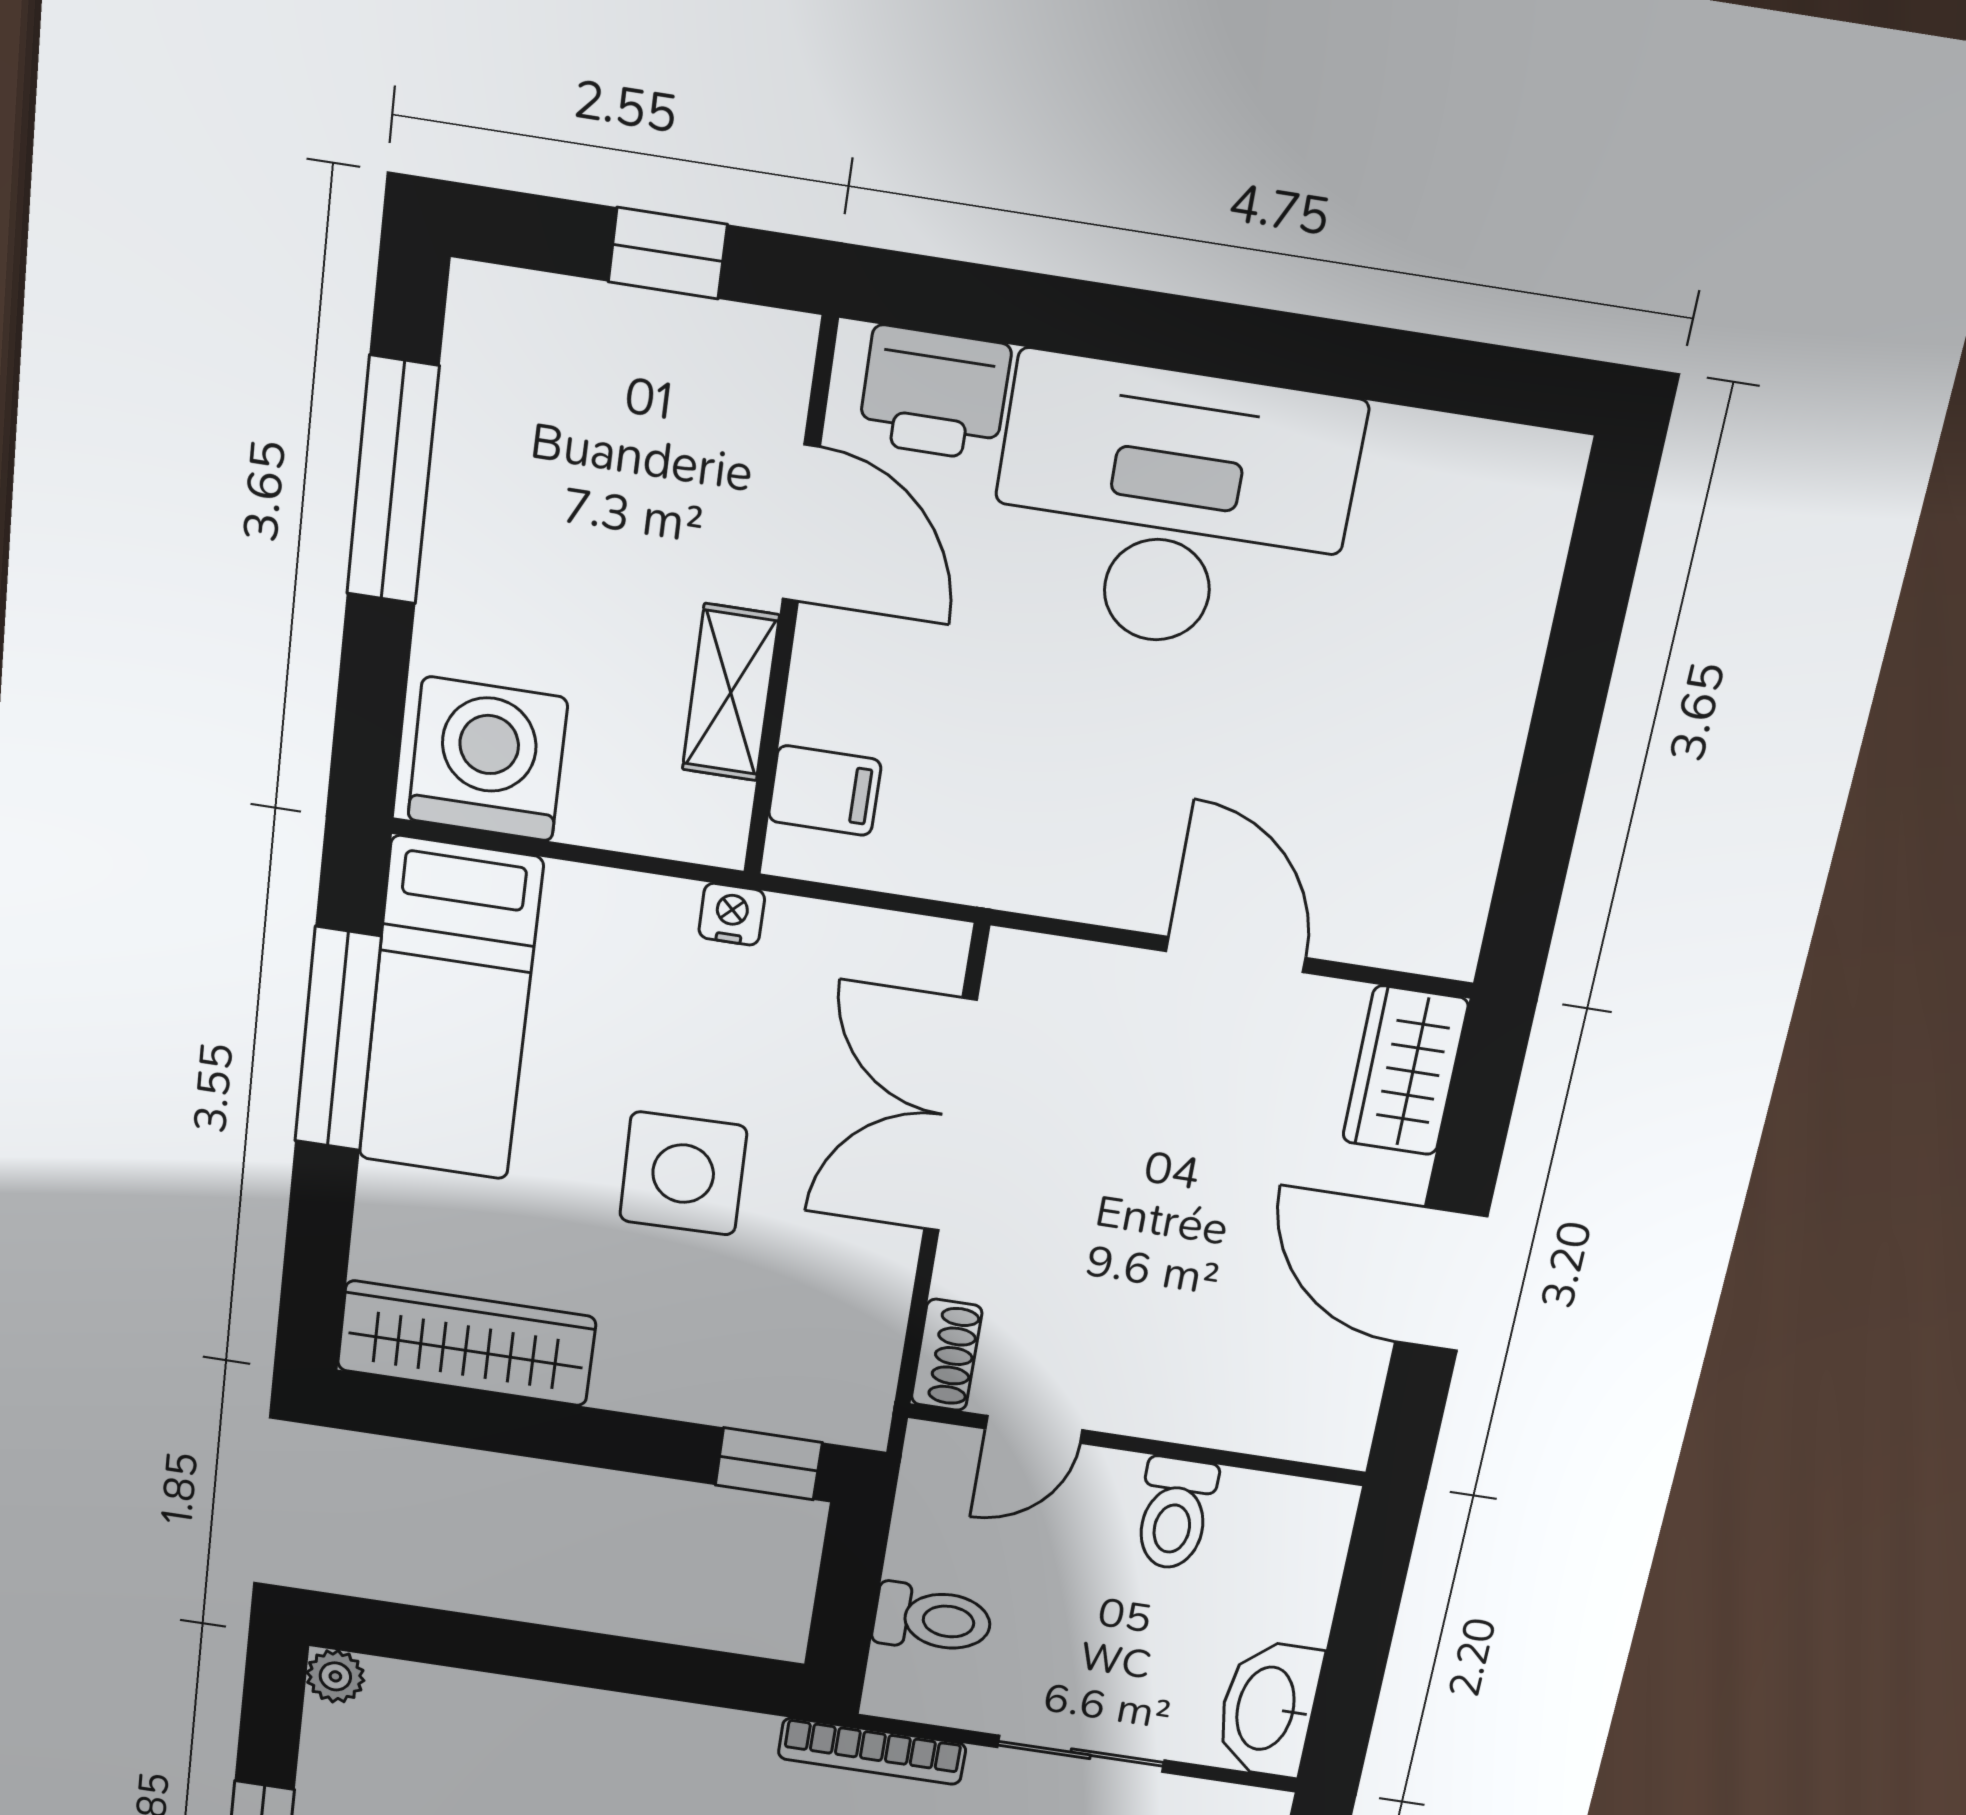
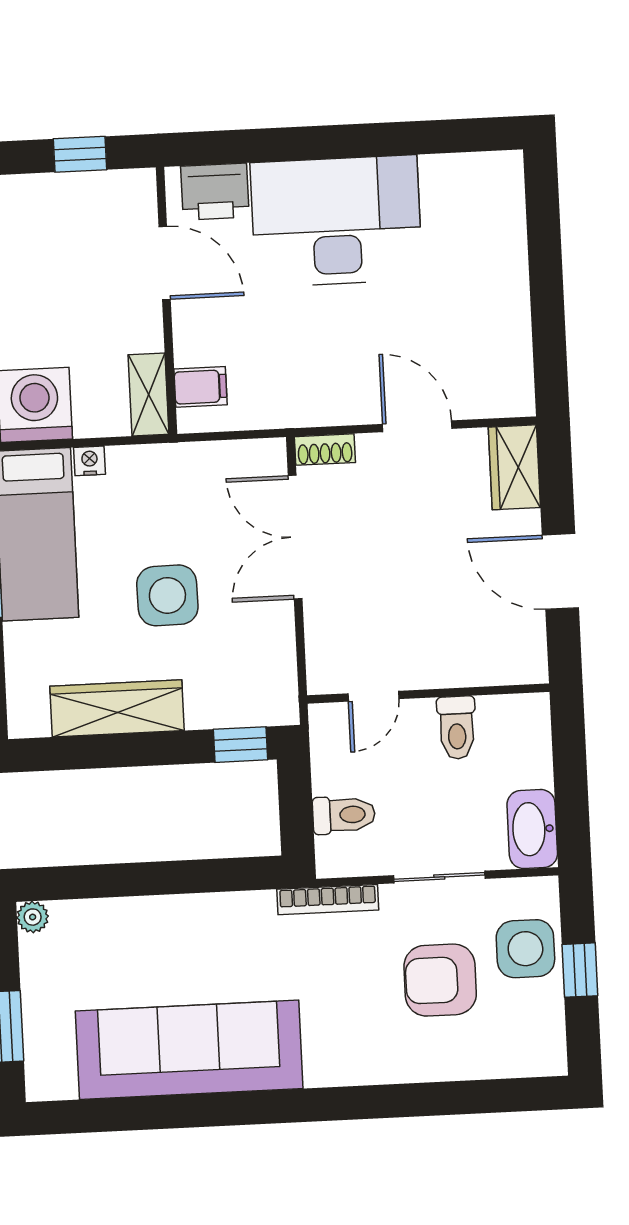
shelving: (731, 693) -> (148, 394), moved
nightstand: (732, 914) -> (90, 461), moved
wardrobe: (466, 1343) -> (117, 708), moved
shoe rack: (947, 1355) -> (325, 450), moved, turned 90

